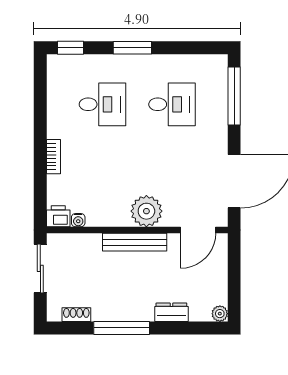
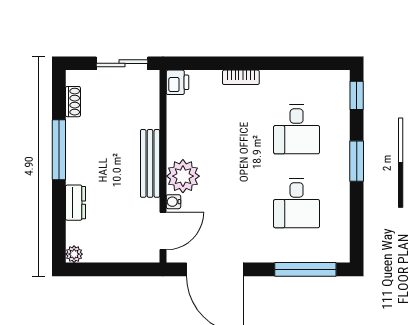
water cooler: (78, 220) -> (173, 202), moved
door: (198, 230) -> (163, 231), swing flipped

